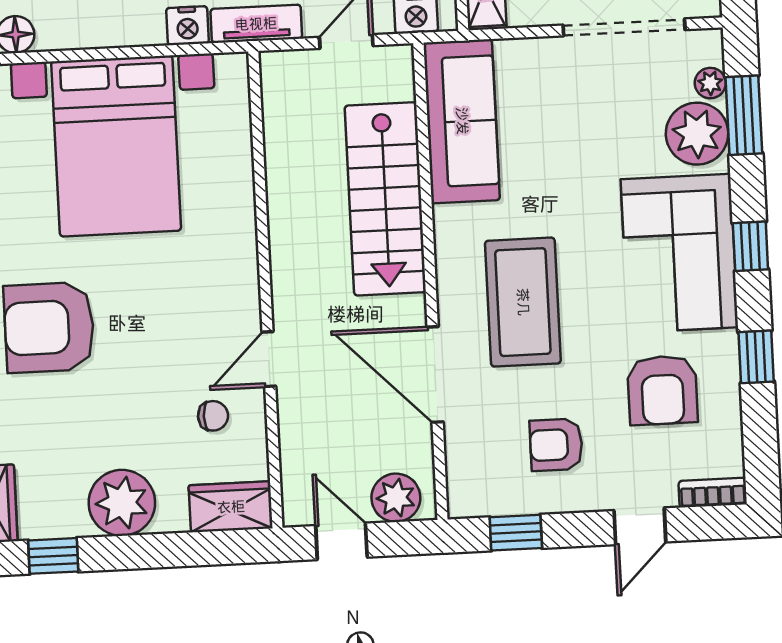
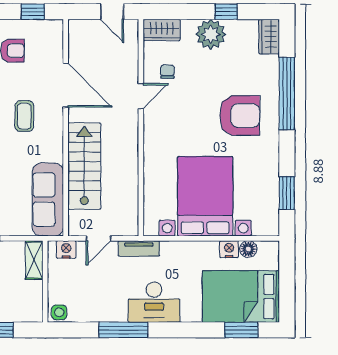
nightstand: (187, 26) -> (229, 249), moved
coffee table: (523, 302) -> (24, 116), width x0.54, depth x0.58
chair: (213, 416) -> (167, 72), turned 90
plant: (396, 498) -> (86, 30), removed
window: (53, 556) -> (226, 12), moved

